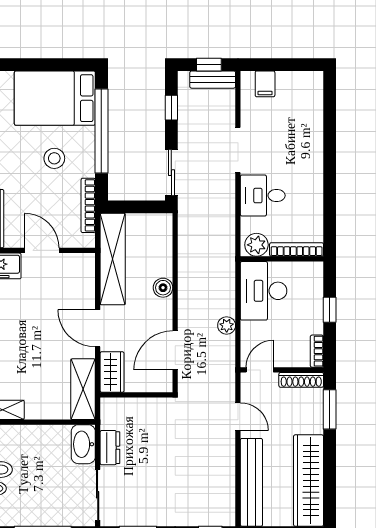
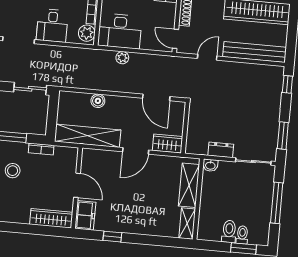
bookcase: (88, 205) -> (41, 149), width x0.64
door: (42, 250) -> (77, 185), swing flipped
boiler: (163, 288) -> (98, 101), moved
plant: (227, 325) -> (122, 58), moved
shelving: (83, 389) -> (189, 185), moved, turned 90
washbasin: (83, 444) -> (210, 165), width x0.52, depth x0.69

